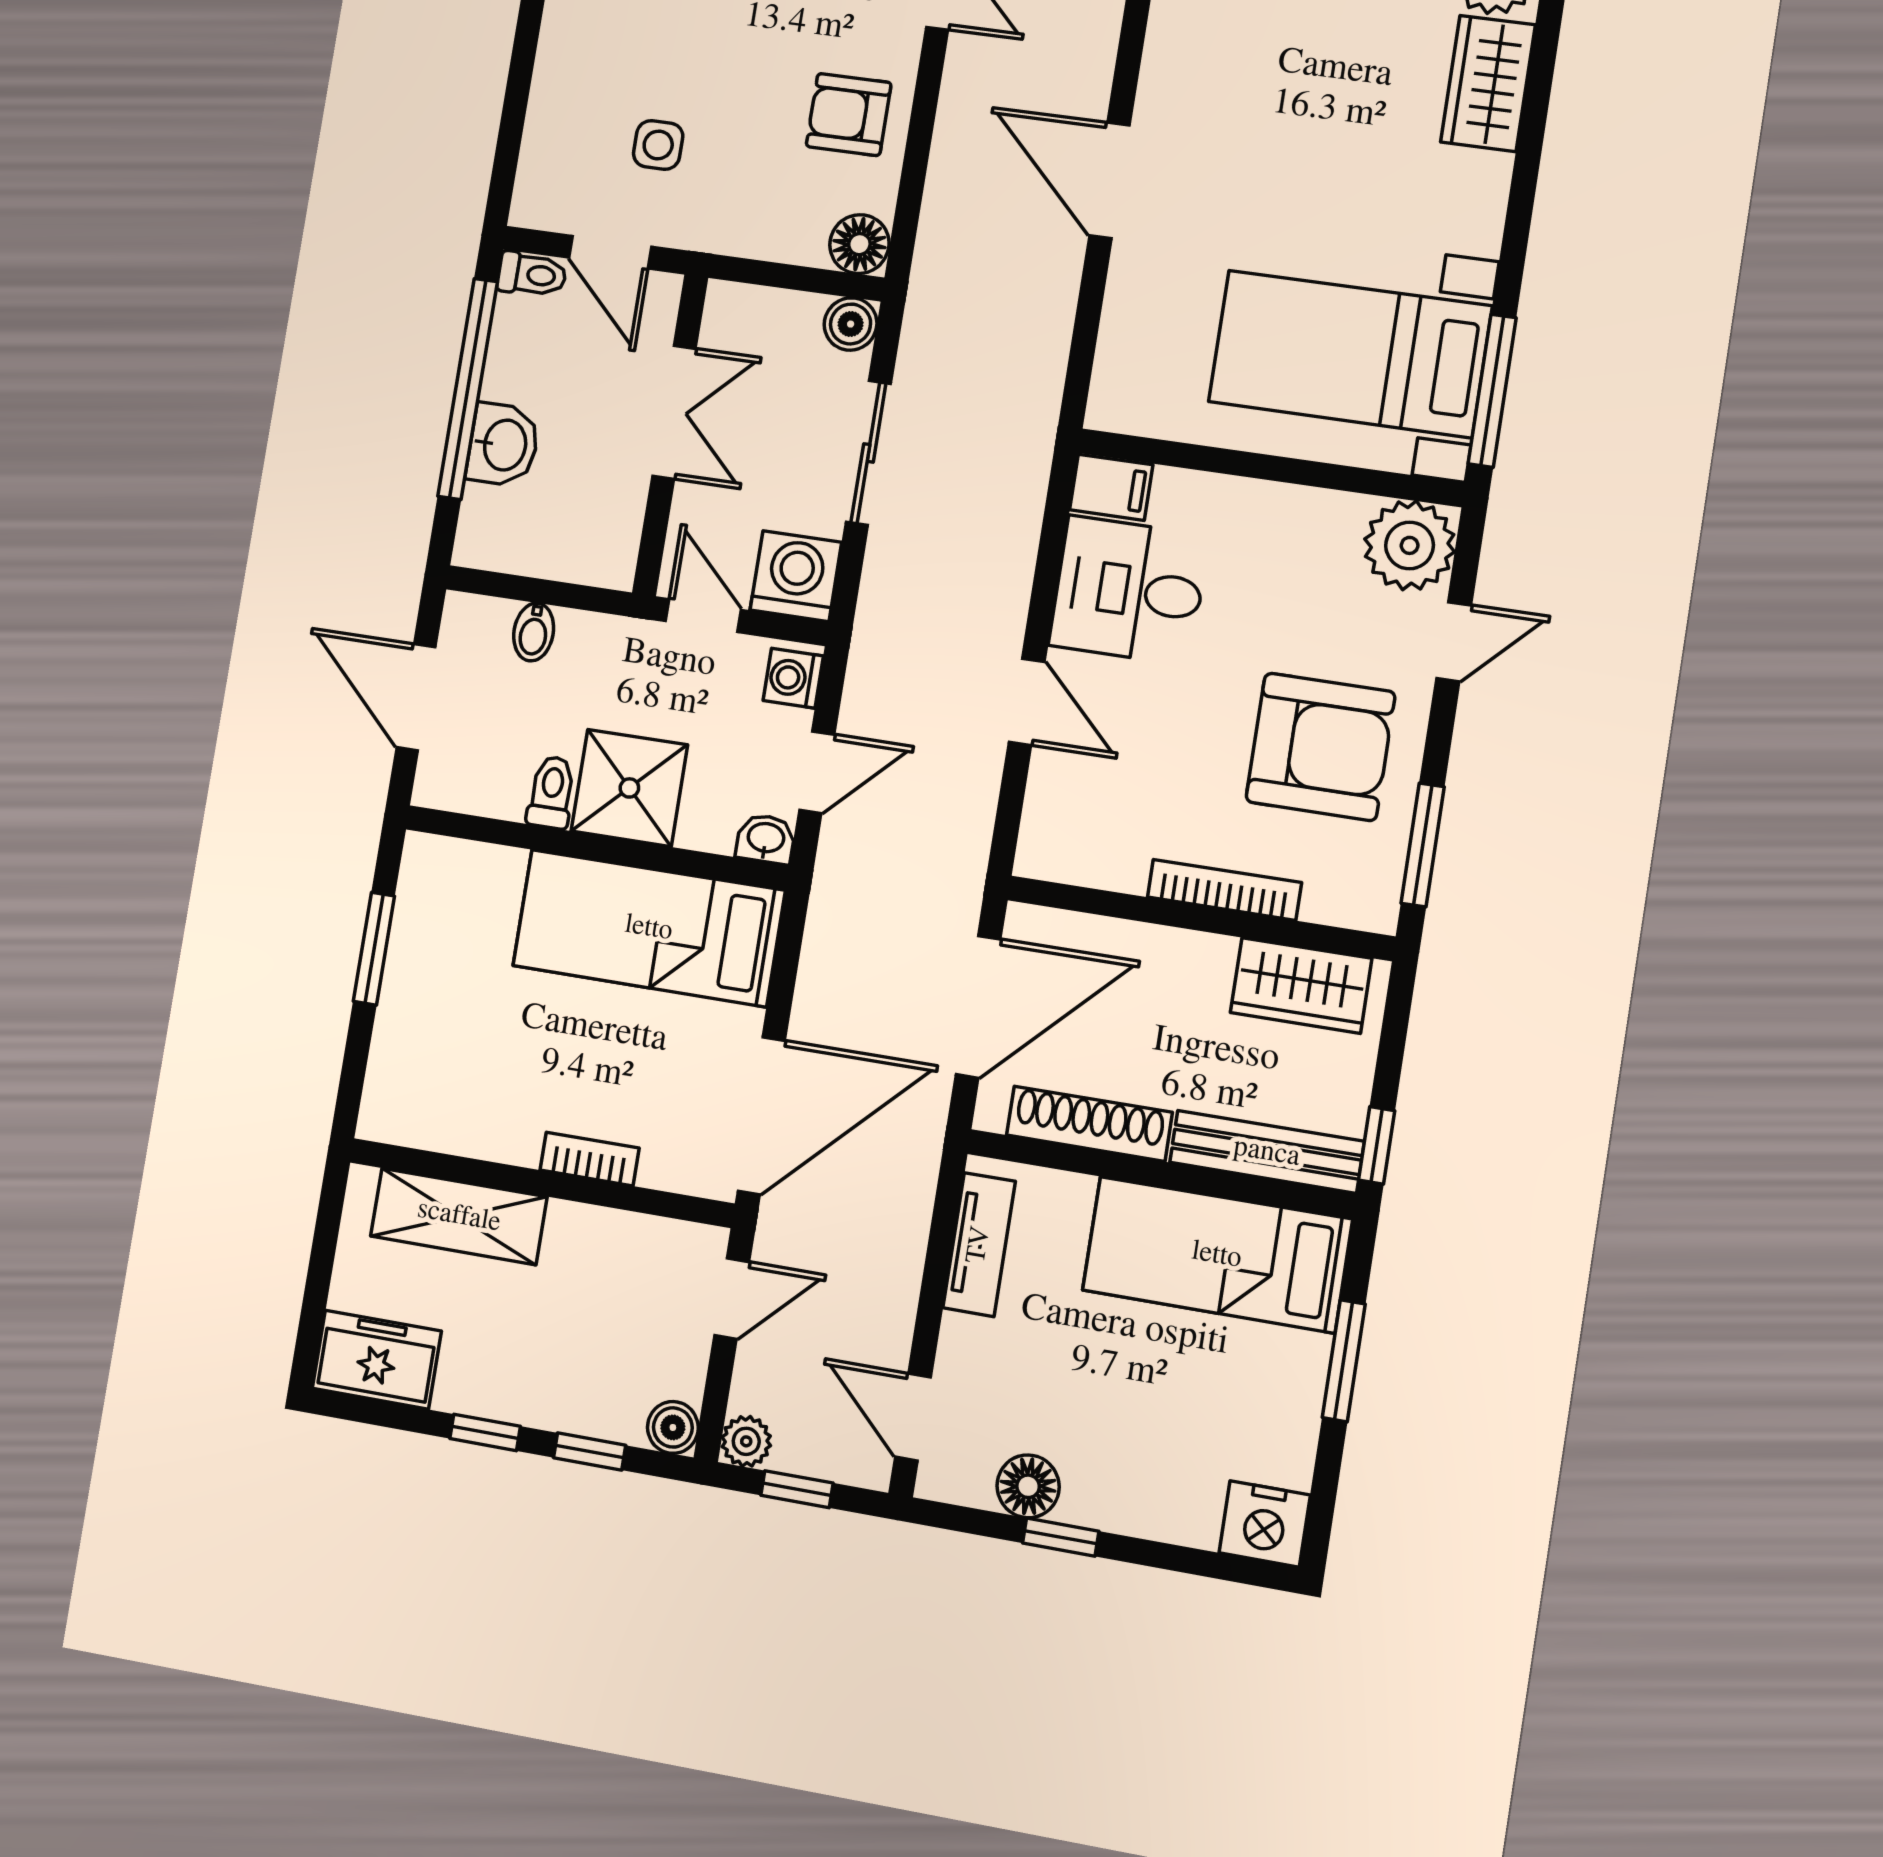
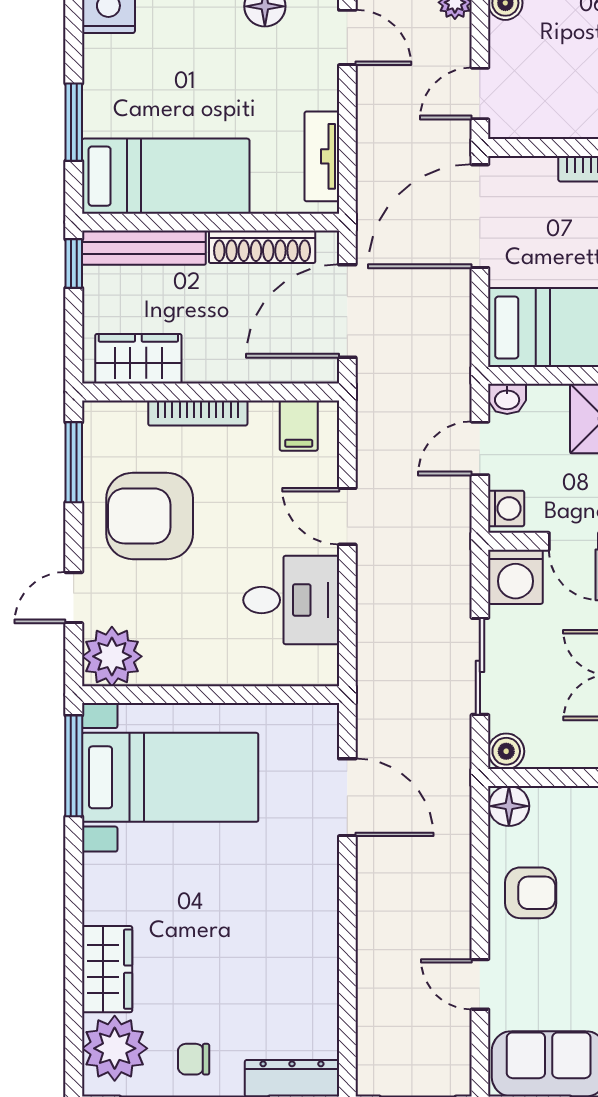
door: (1109, 180) -> (347, 797), moved
filing cabinet: (1111, 487) -> (299, 426), moved, turned -90

